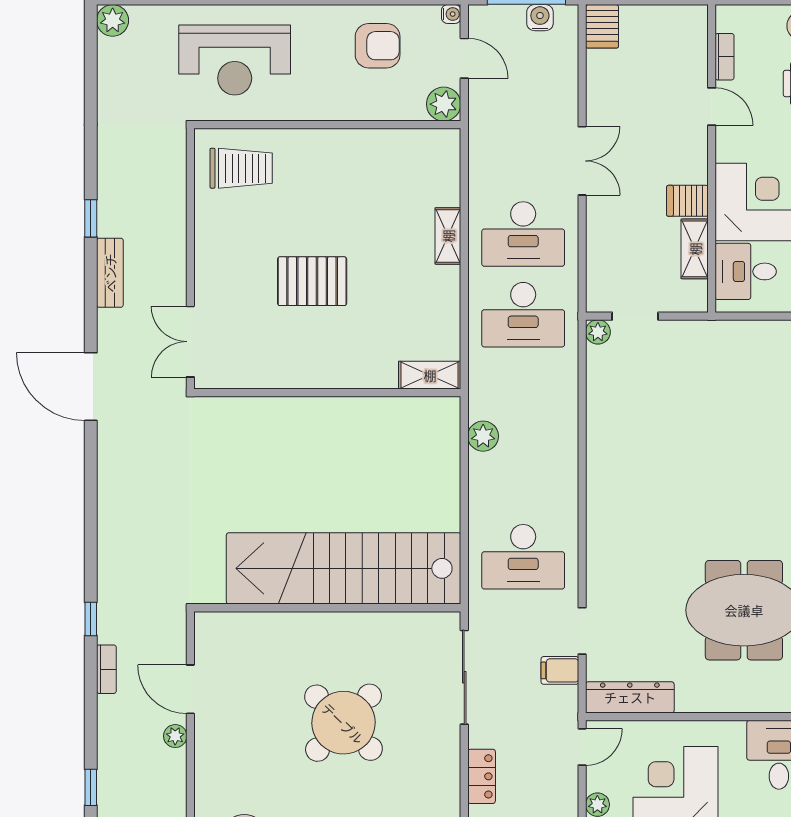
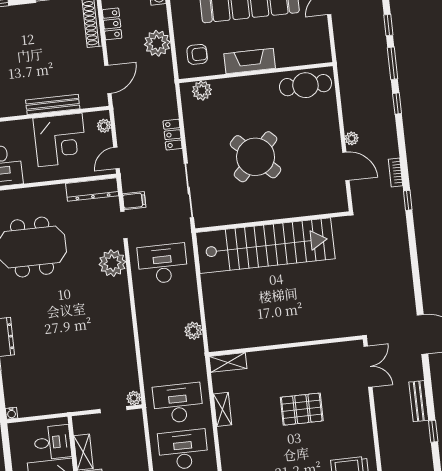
shelving: (448, 236) -> (222, 409), moved
plant: (609, 567) -> (112, 263), added

